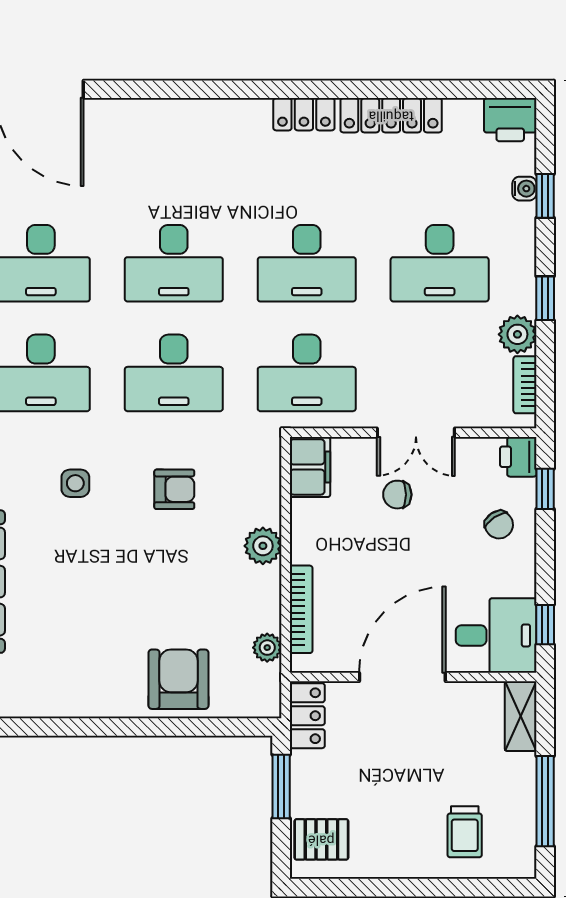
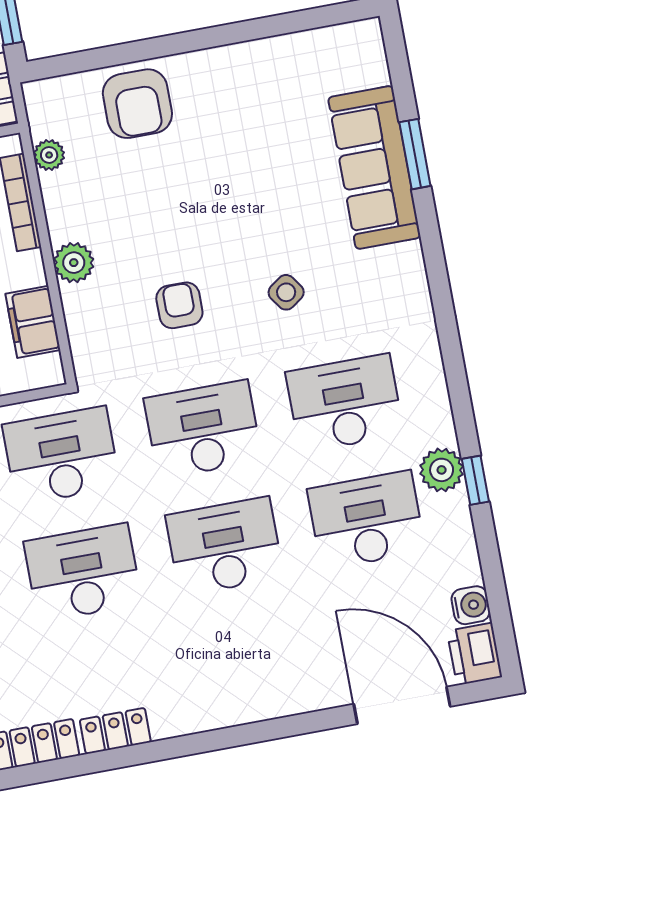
filing cabinet: (310, 467) -> (33, 322), moved
side table: (75, 483) -> (286, 292), turned -35
armchair: (174, 489) -> (179, 305), turned 90

